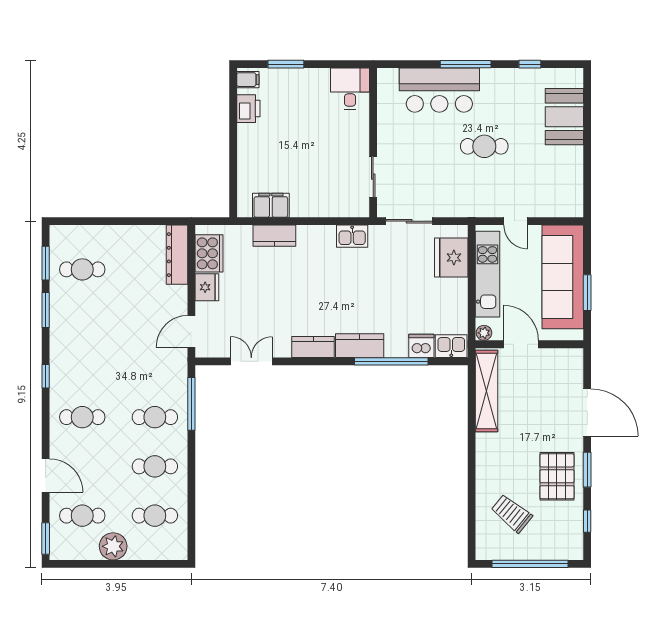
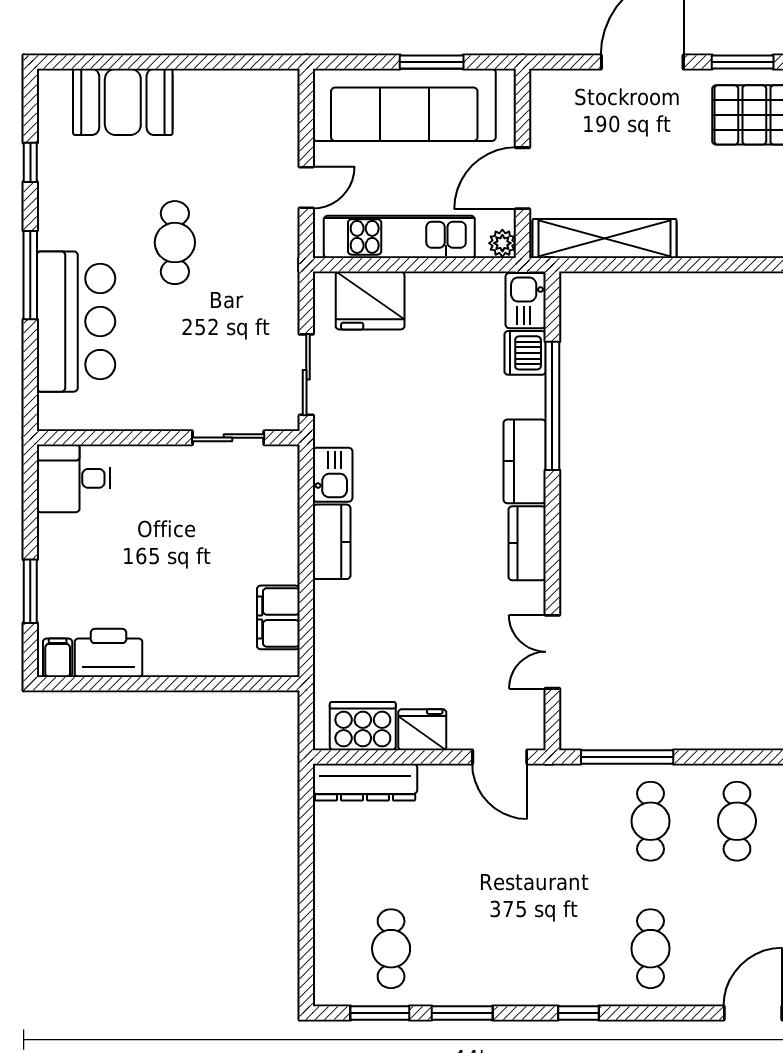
printer: (248, 109) -> (109, 653), width x1.37, depth x1.19
kitchen counter: (274, 236) -> (332, 542), moved

